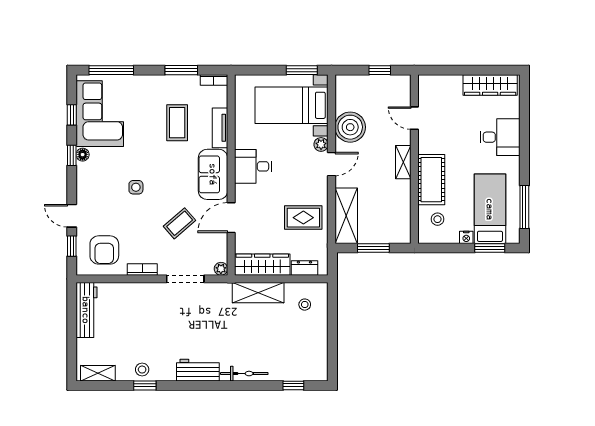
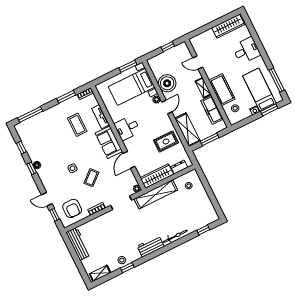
corner sofa: (100, 114) -> (35, 140), removed
freezer: (400, 204) -> (212, 110), added
coffee table: (180, 223) -> (91, 178), moved
shelving: (258, 293) -> (156, 194), width x1.47

